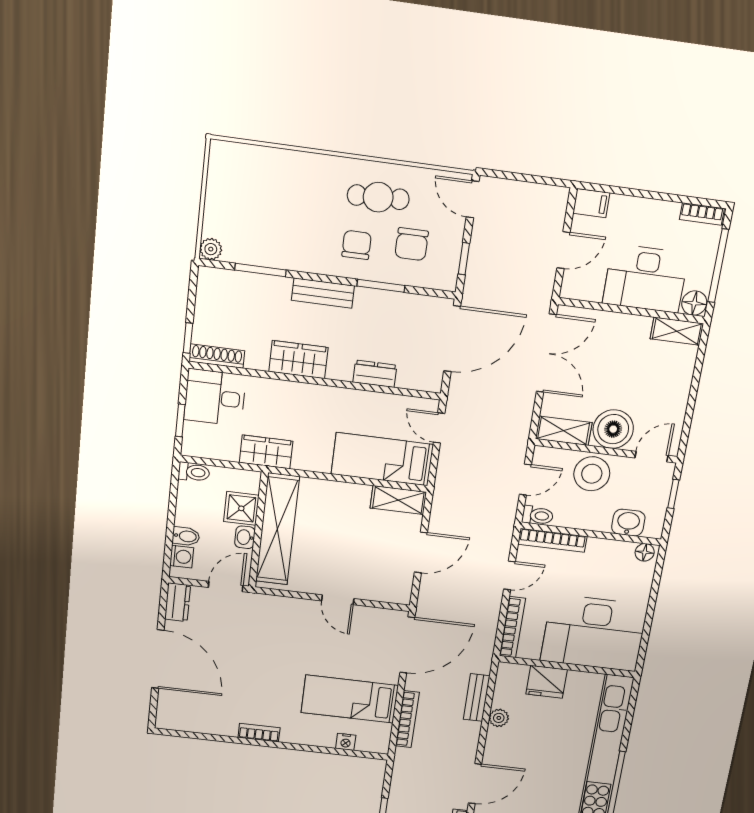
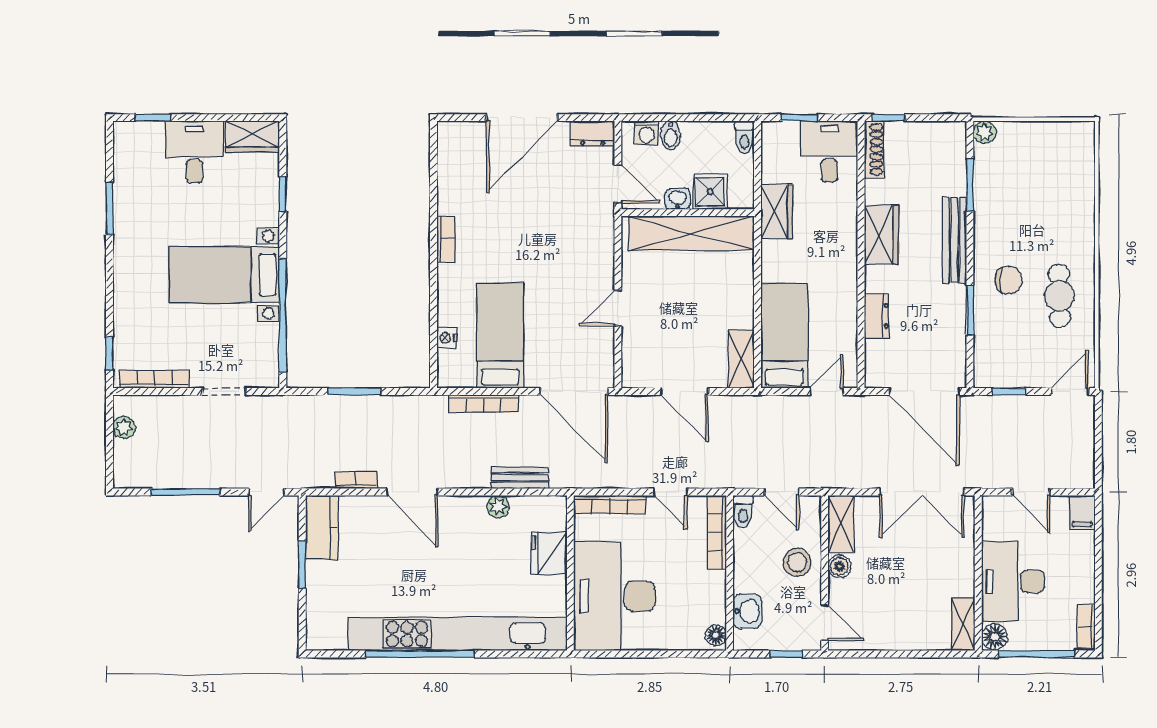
chair: (412, 244) -> (1017, 336), removed
bench: (323, 293) -> (955, 240), width x1.36
boiler: (613, 429) -> (839, 566), width x0.54, depth x0.54
stool: (592, 474) -> (797, 562), width x0.73, depth x0.73

